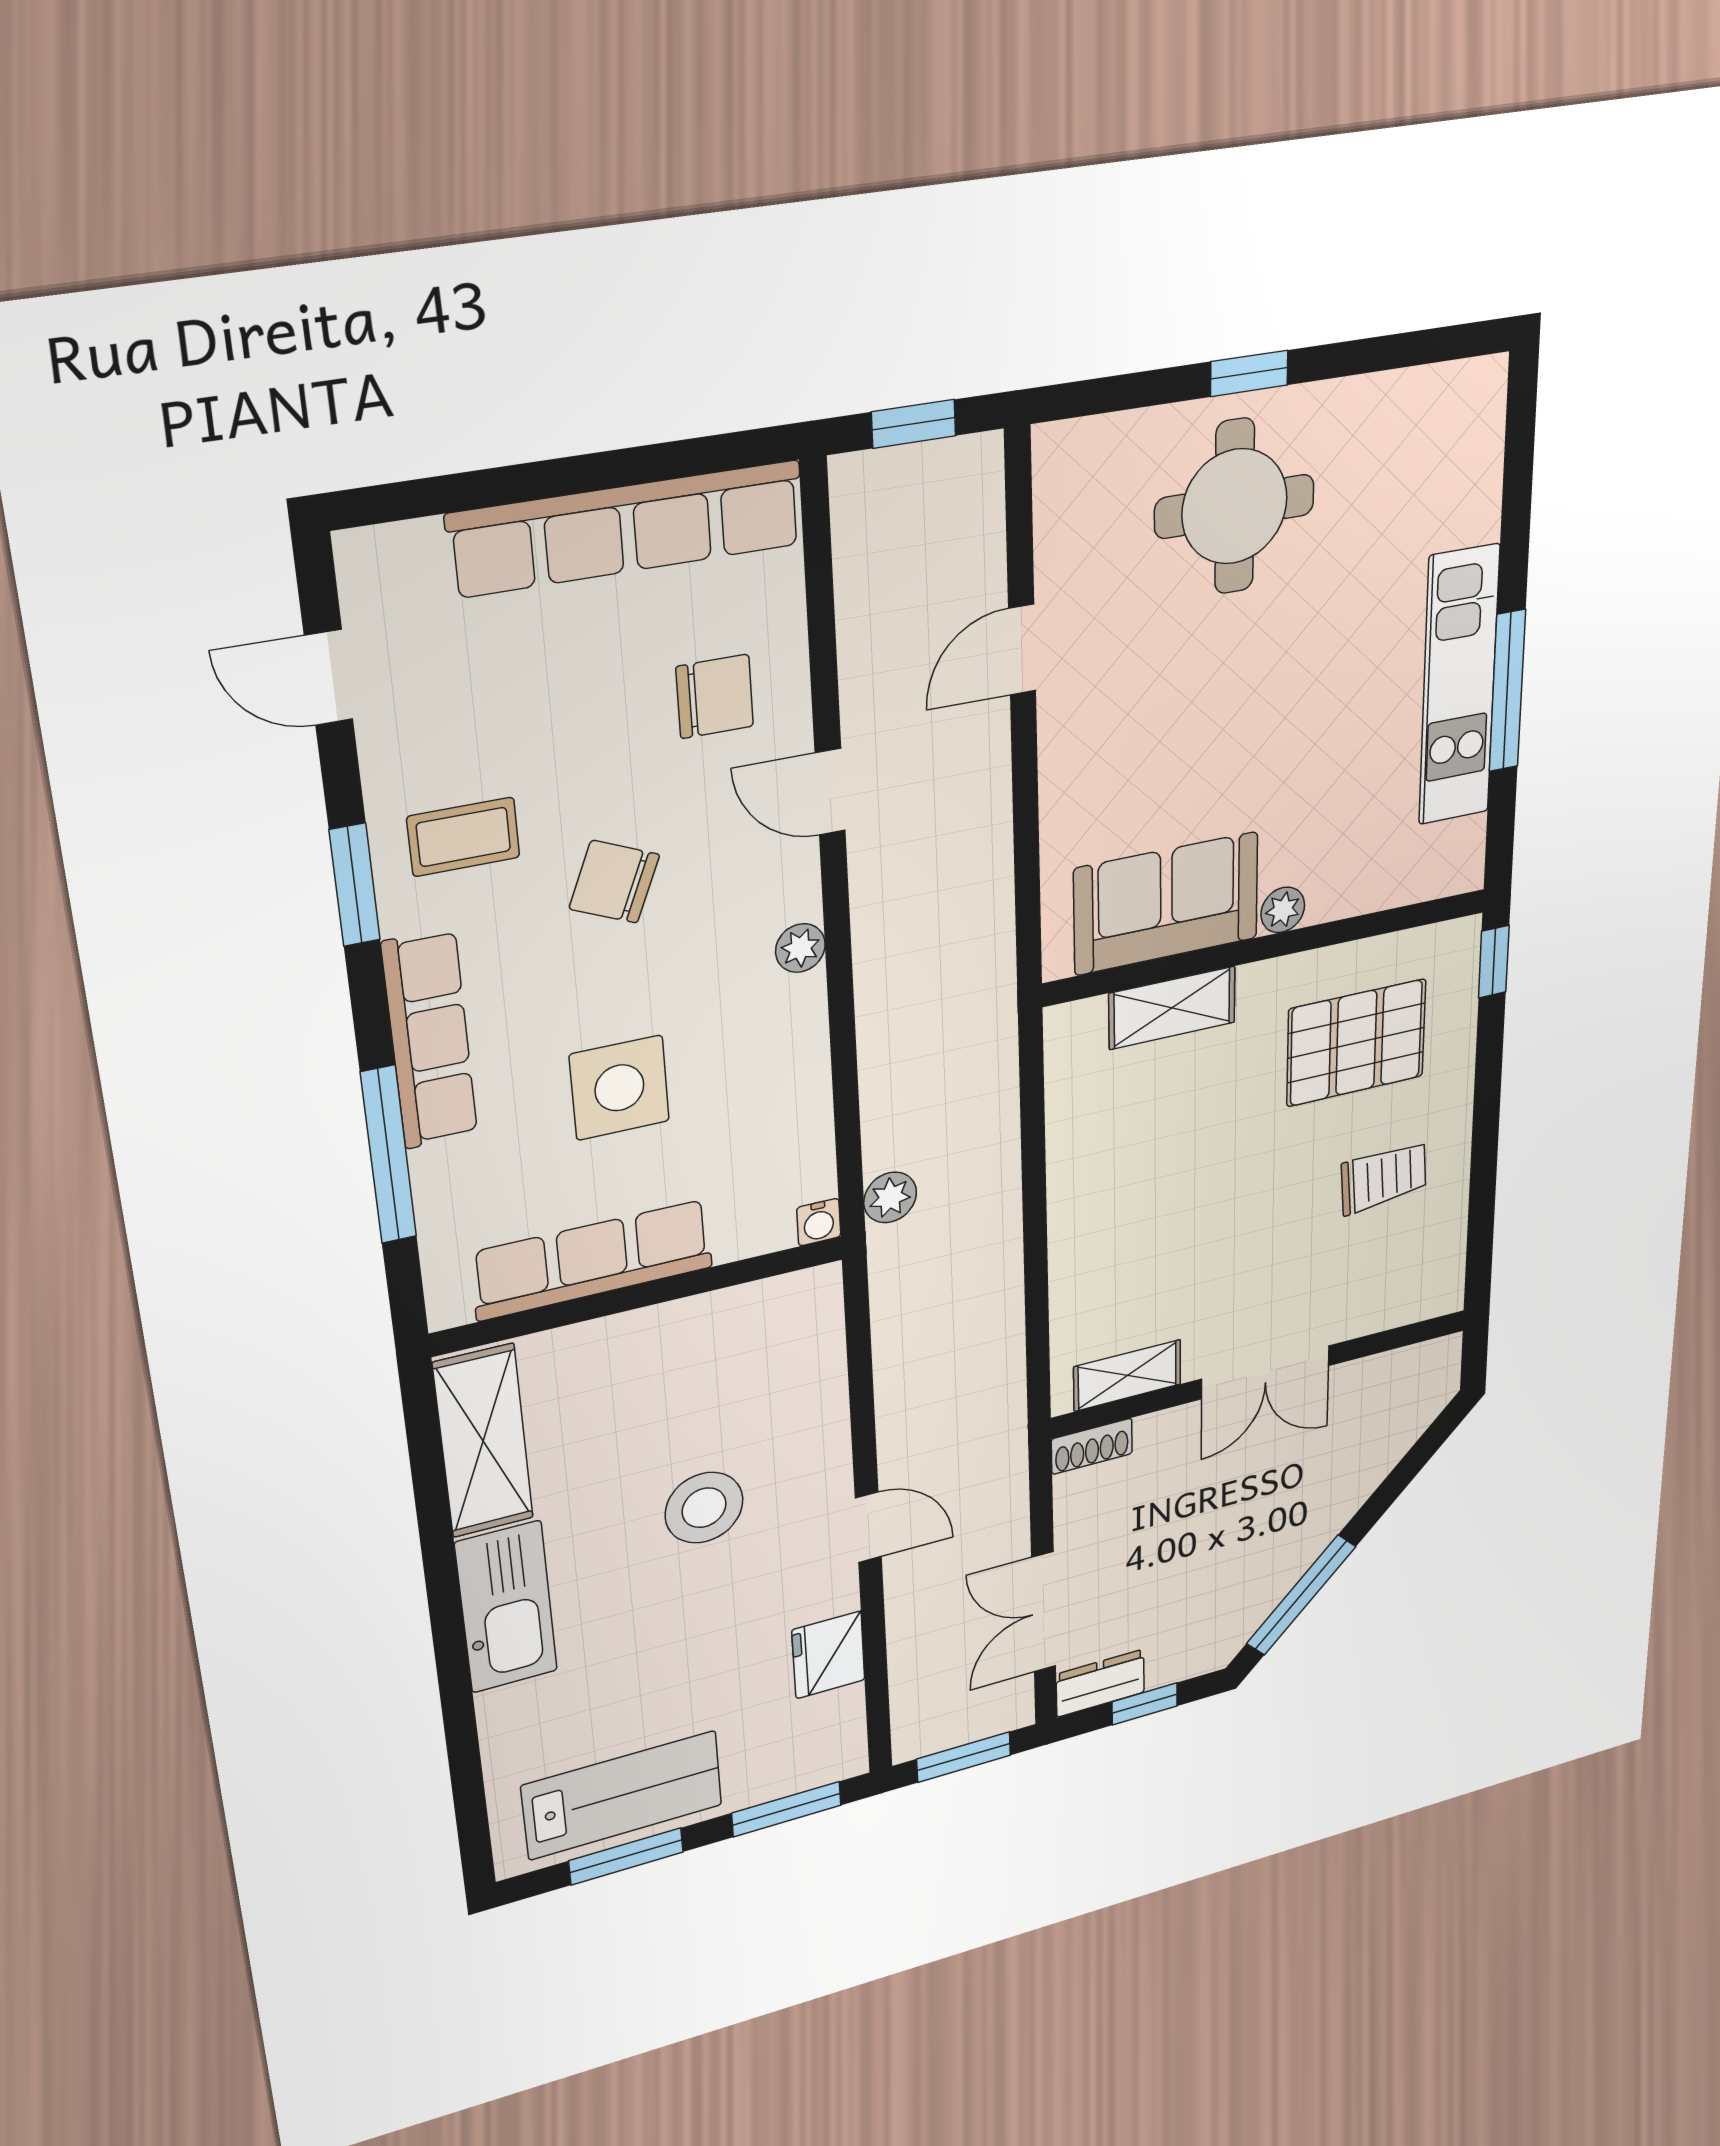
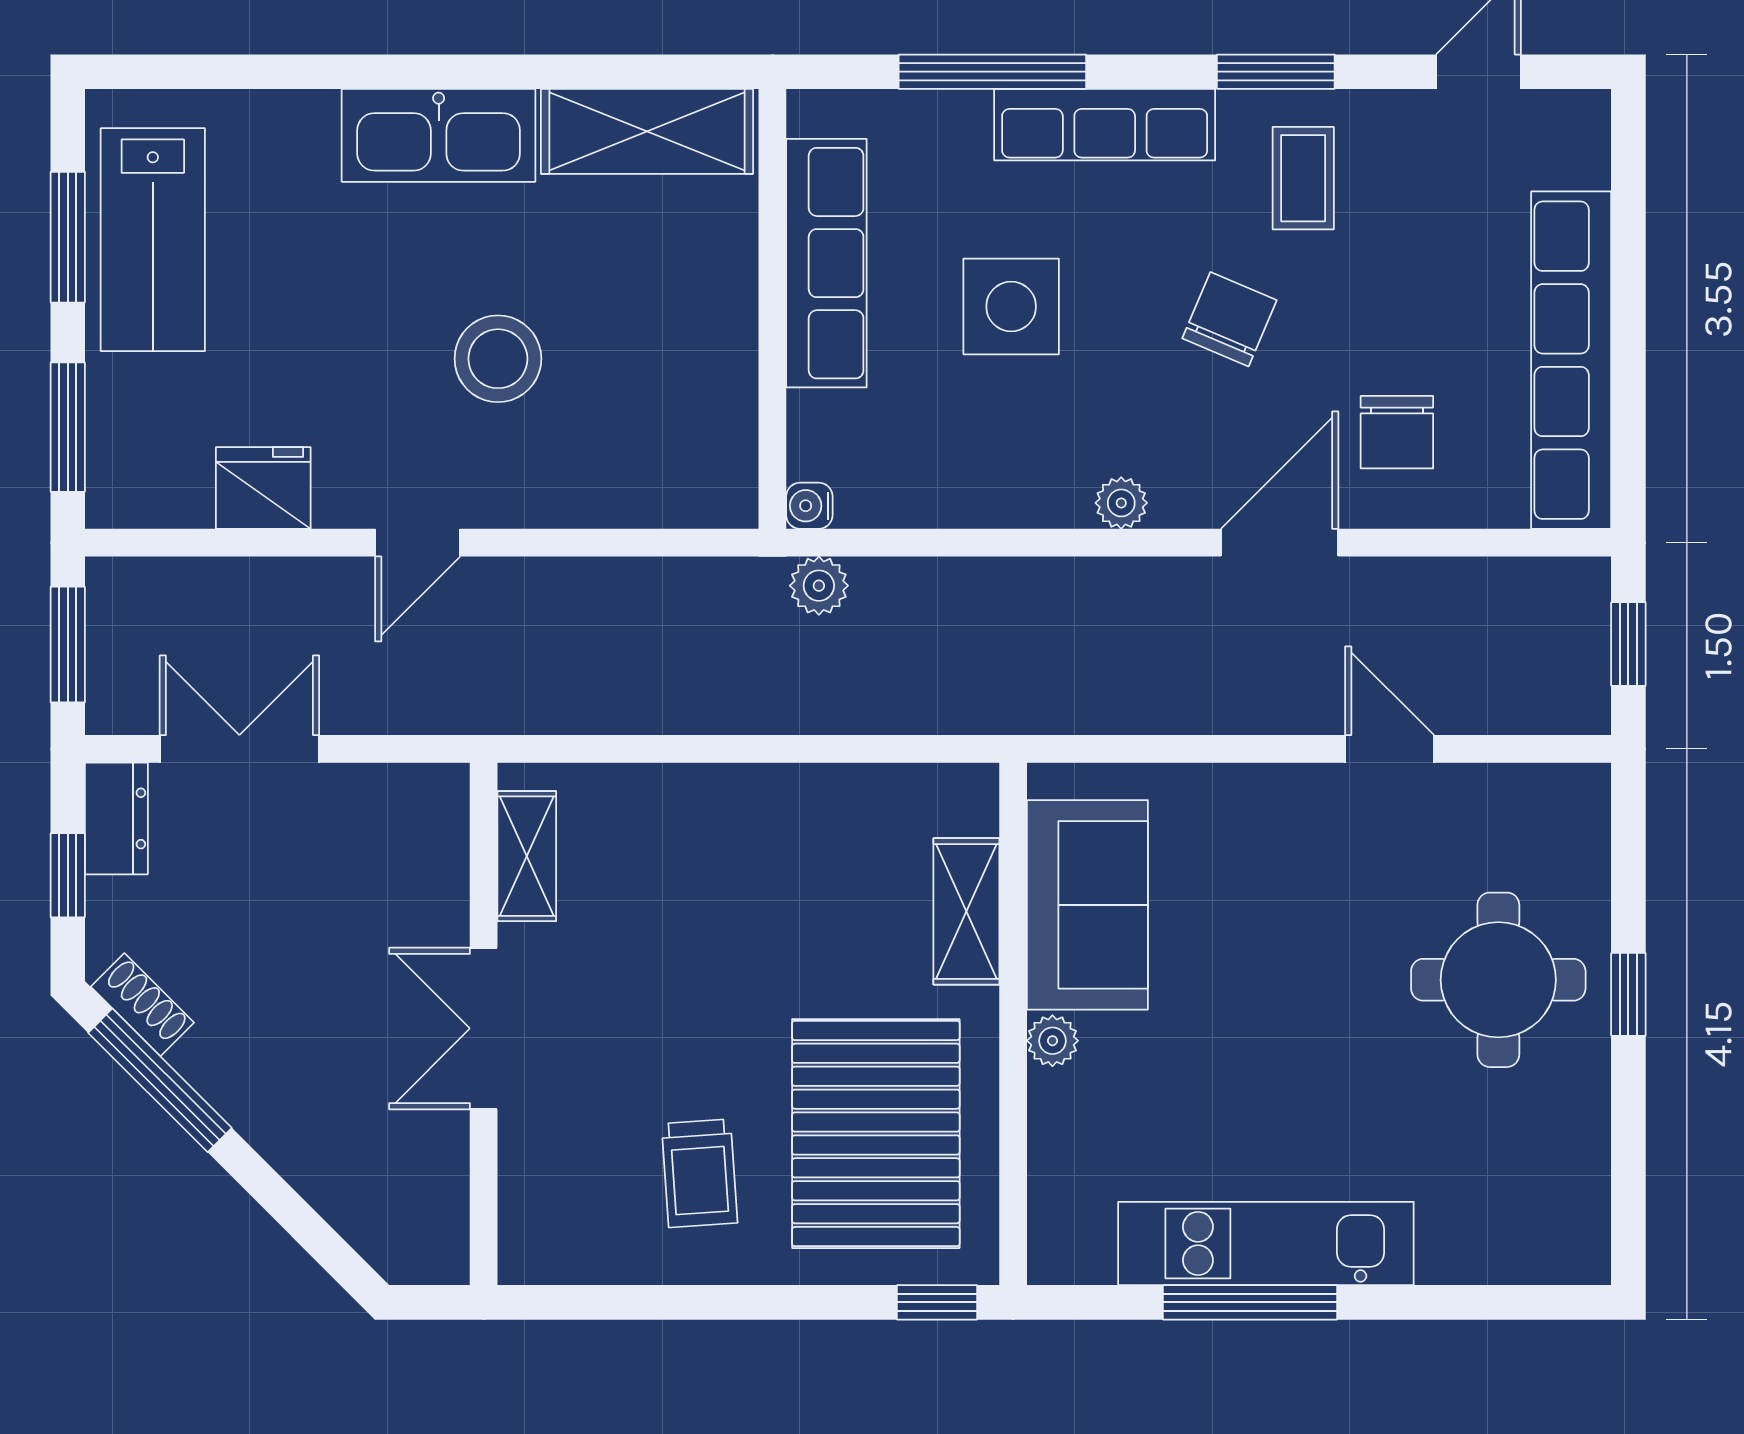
door: (830, 792) -> (1280, 543), width x1.38
pallet: (1356, 1043) -> (876, 1134), width x1.37, depth x1.41
shoe rack: (1092, 1446) -> (142, 1005), moved, turned 135

